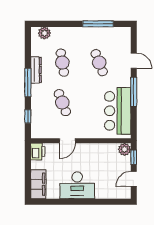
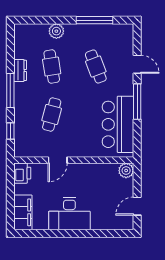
plant: (44, 33) -> (56, 31), moved
dresser: (36, 70) -> (20, 70), width x0.70
cafe table: (62, 103) -> (52, 114), turned 36
window: (134, 157) -> (137, 180), removed

